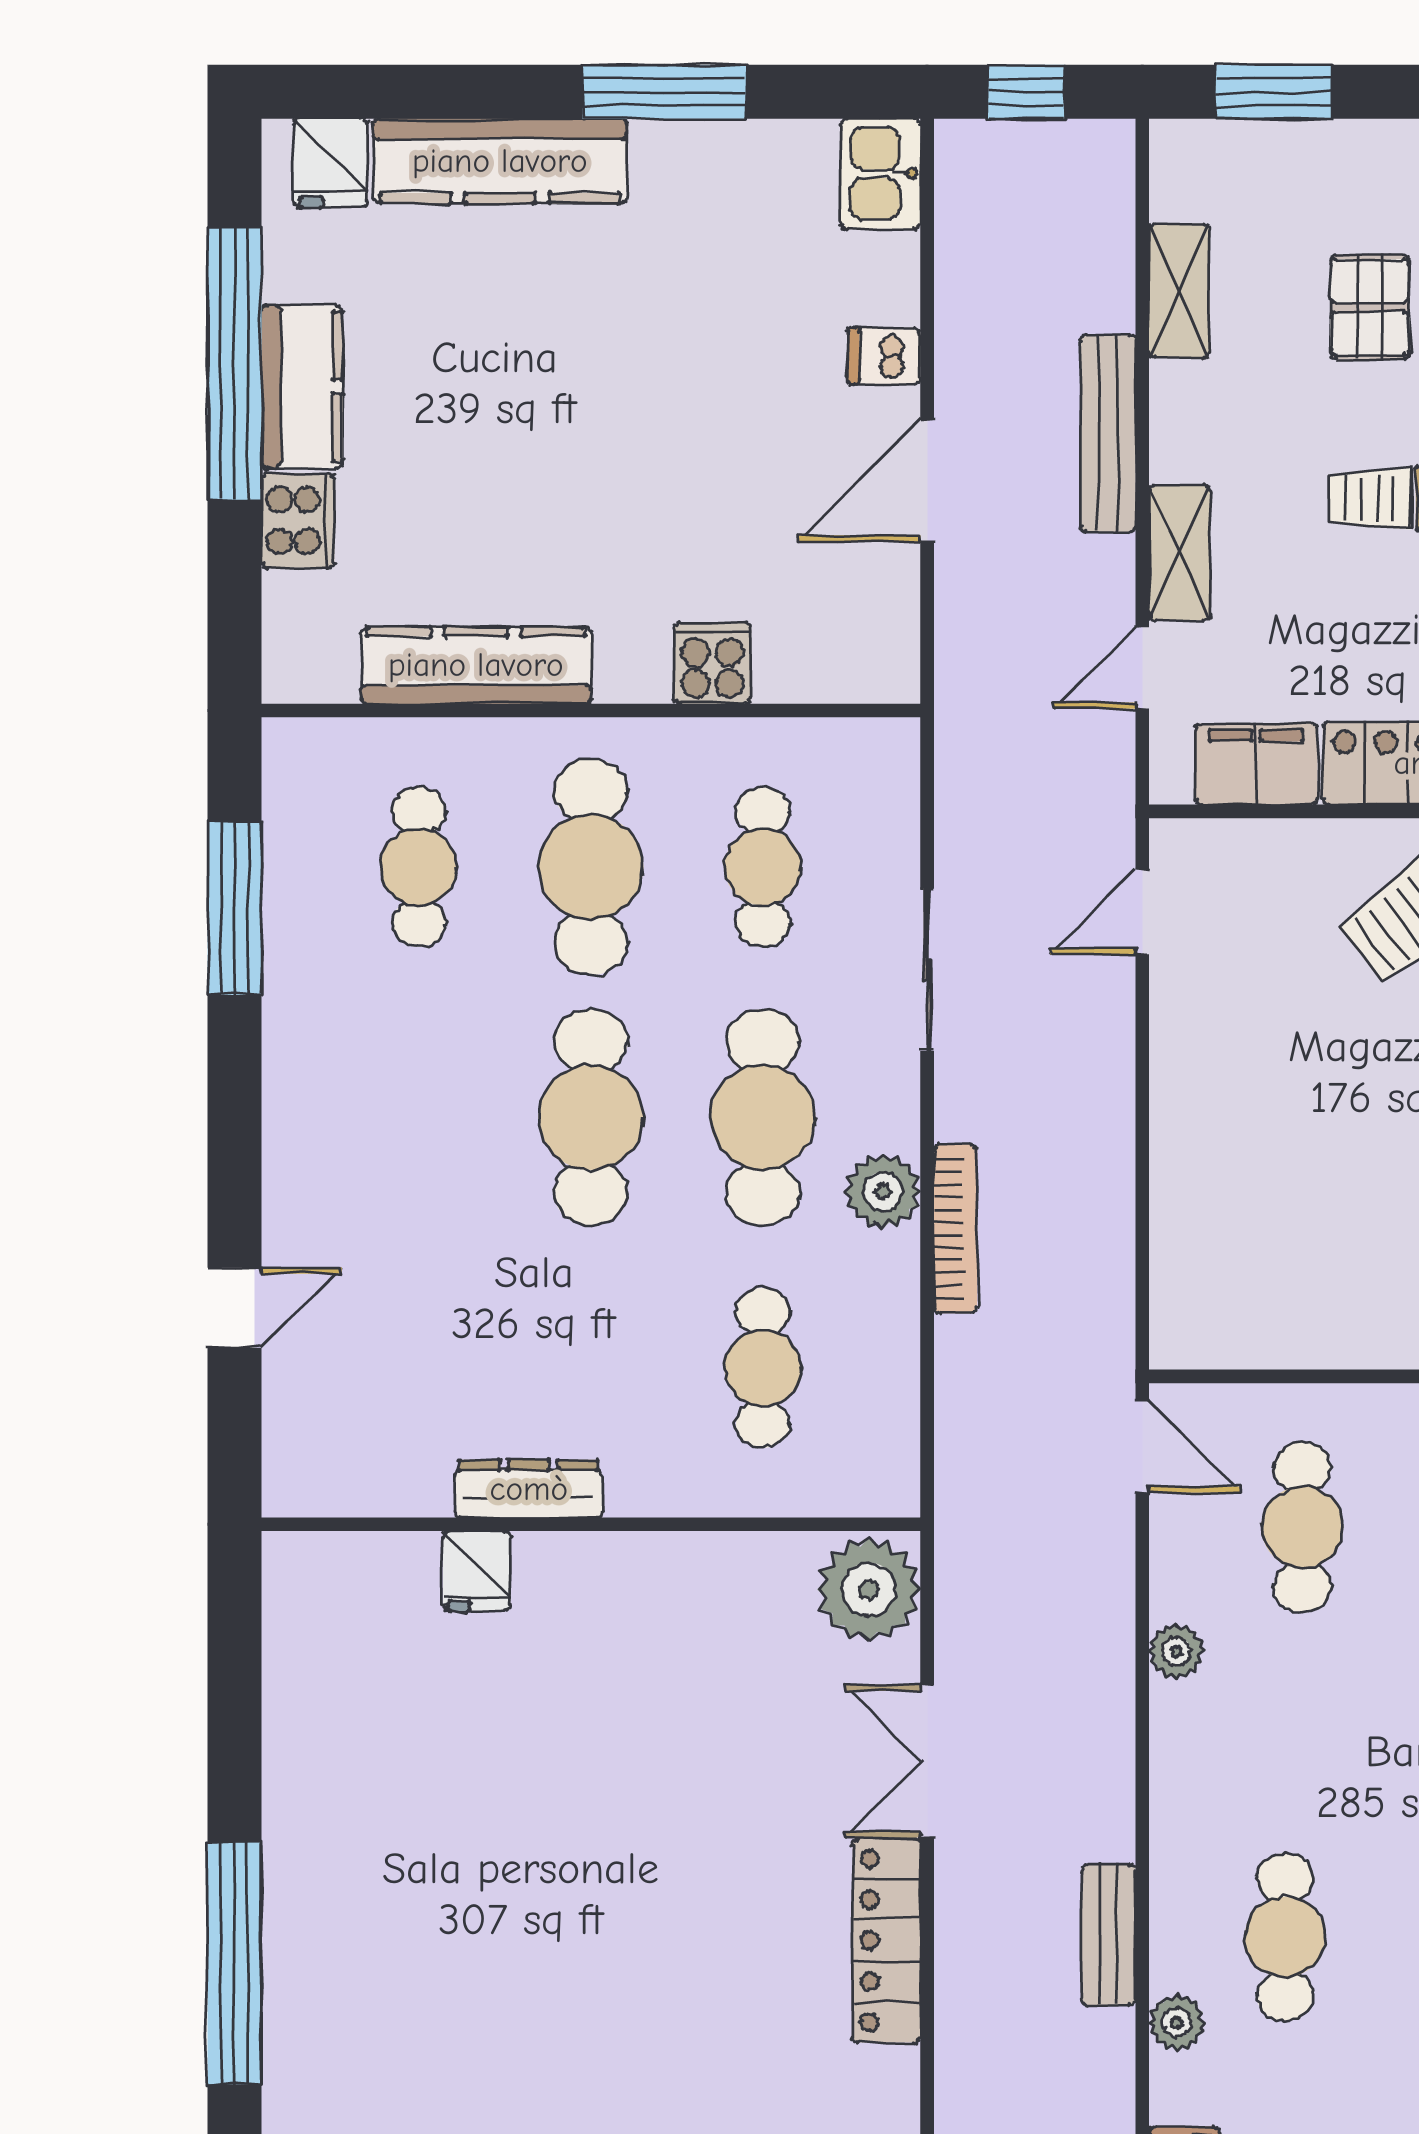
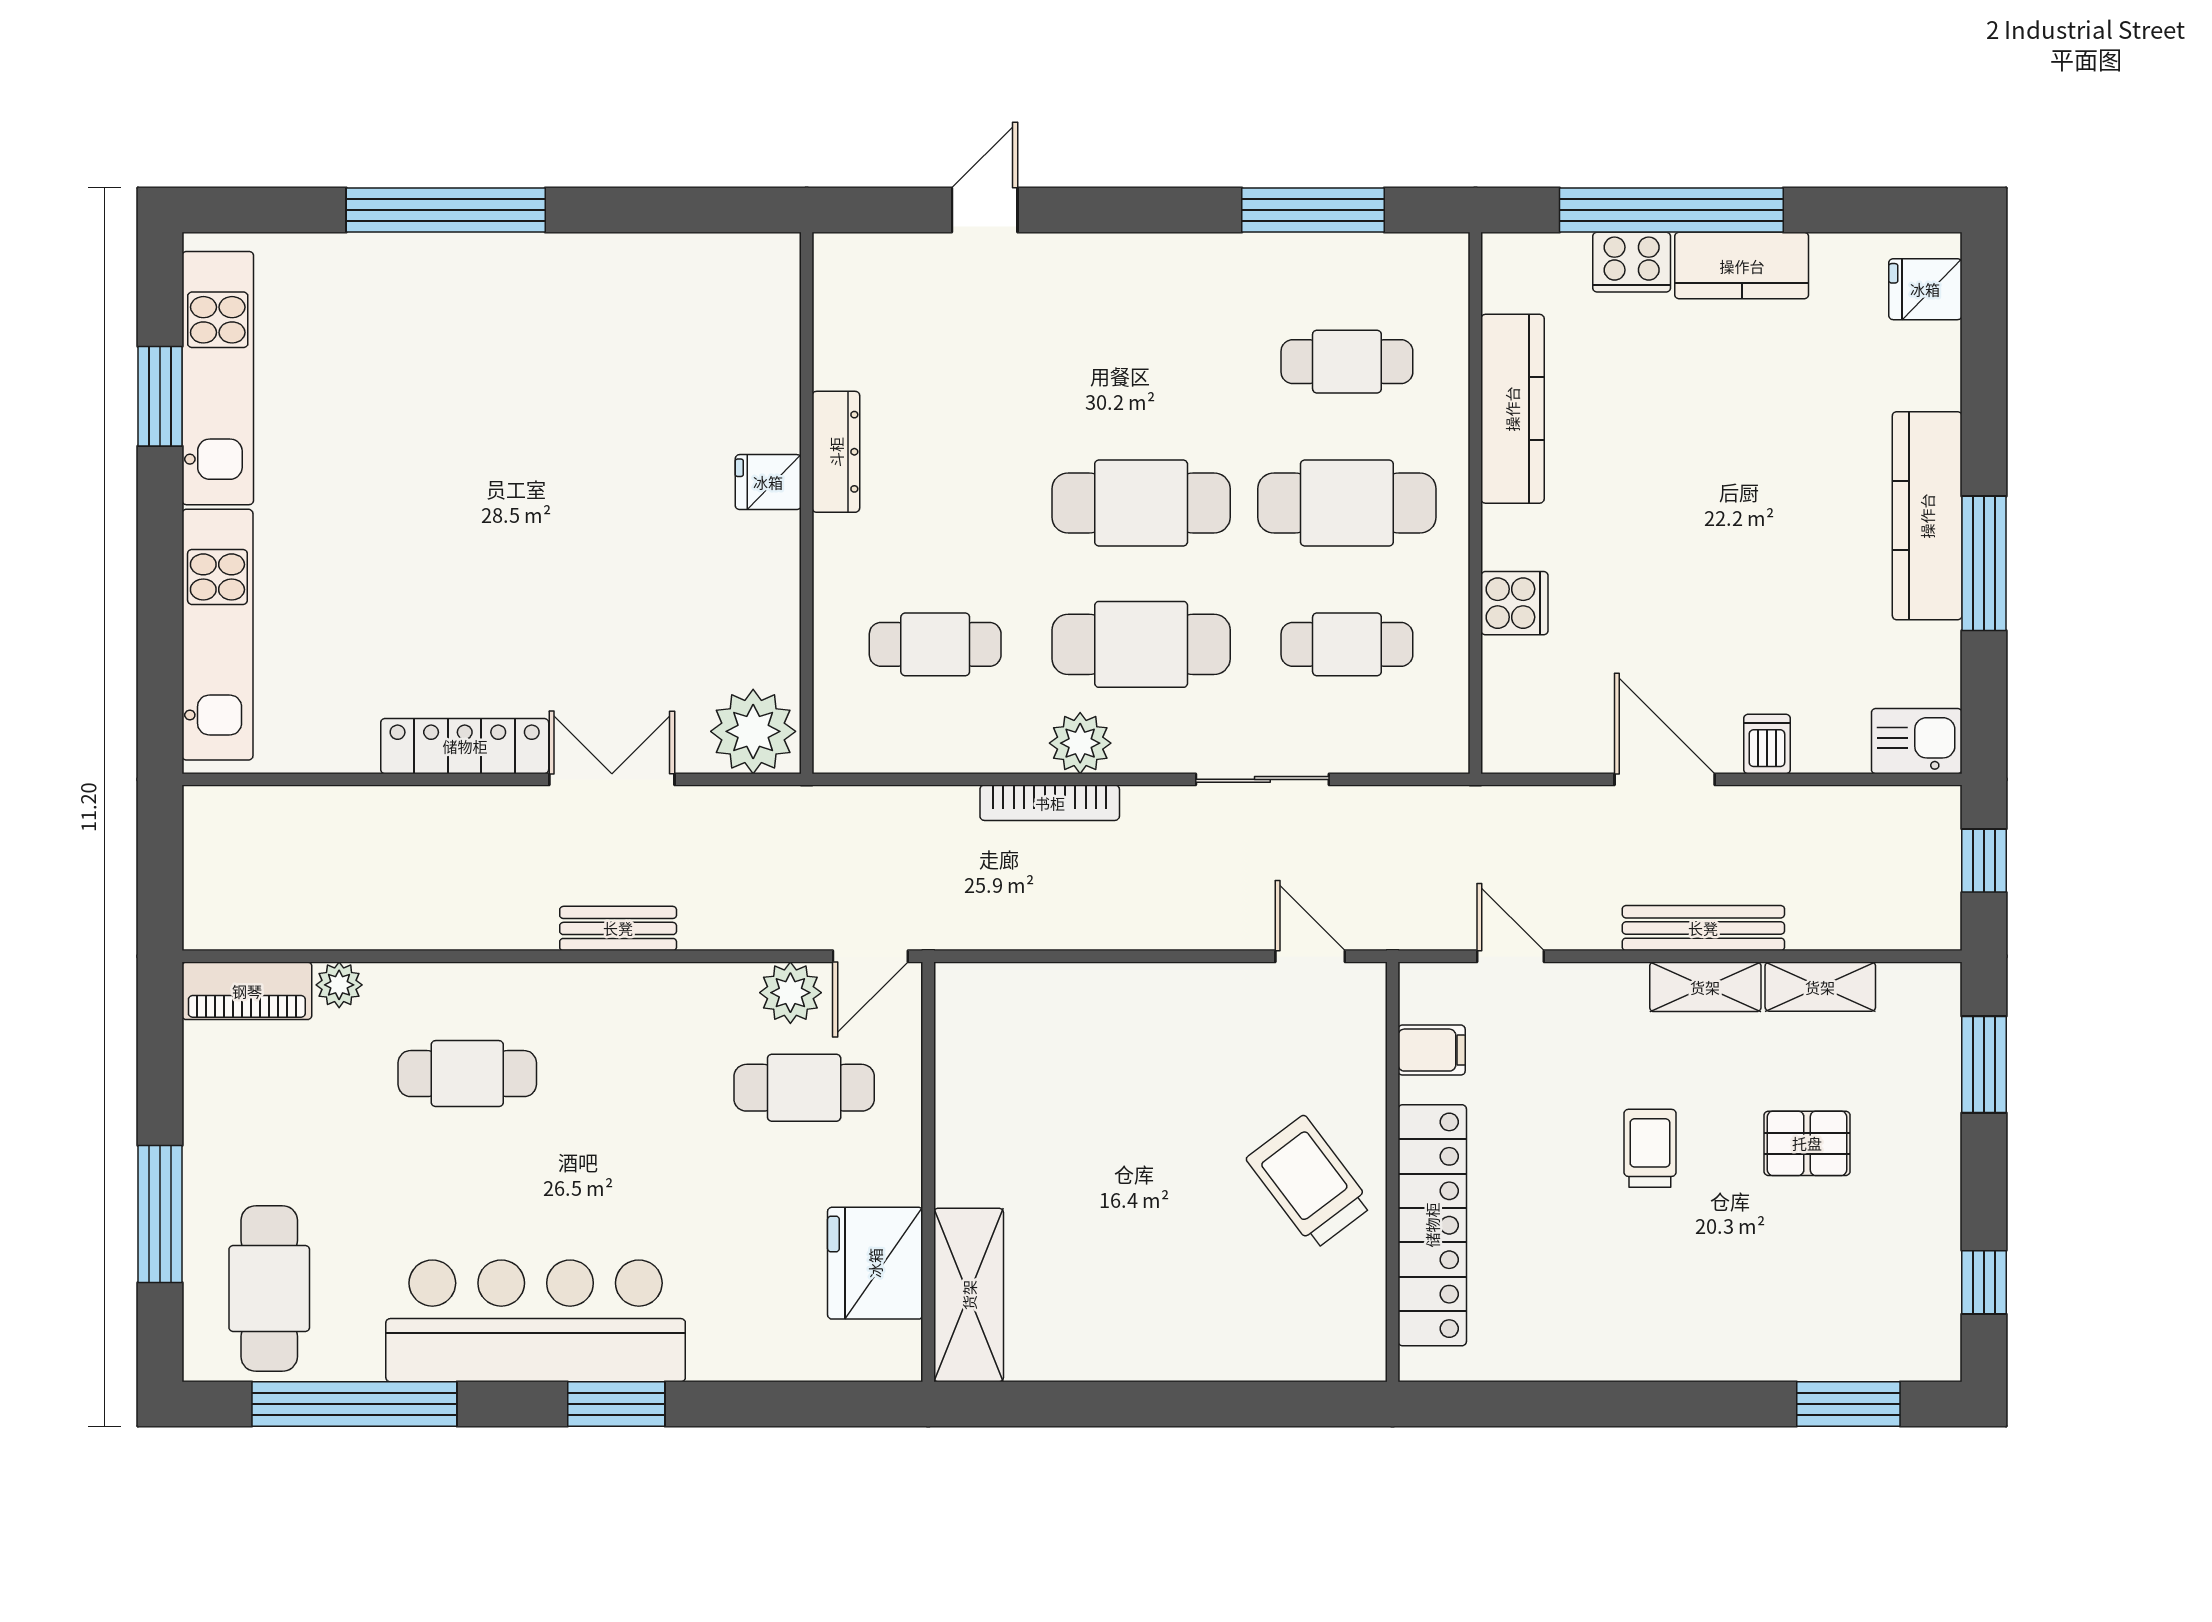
kitchen counter: (500, 161) -> (1927, 516), moved
window: (234, 364) -> (1671, 210), moved
shelving: (1179, 553) -> (1705, 987), moved
filing cabinet: (1256, 764) -> (1432, 1050), width x0.50
door: (234, 1308) -> (985, 210), swing flipped
fridge: (477, 1571) -> (768, 482), moved
plant: (1176, 1651) -> (790, 993), moved, width x1.38, depth x1.38
bench: (1108, 1935) -> (618, 928), moved
plant: (1177, 2022) -> (339, 985), moved

